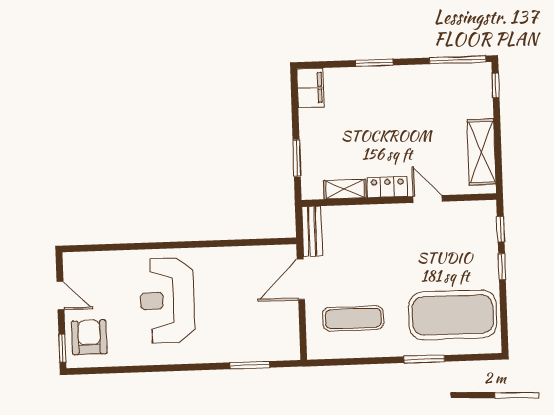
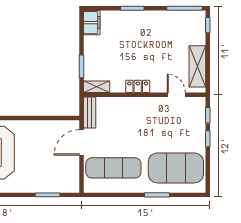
shelving: (345, 189) -> (97, 87), moved
door: (428, 199) -> (176, 95), moved
exercise mat: (353, 318) -> (113, 168), width x1.36, depth x1.45

